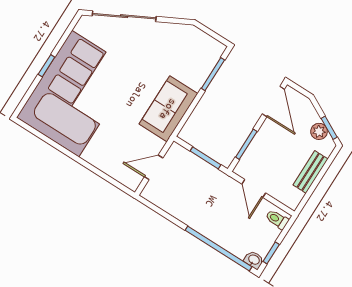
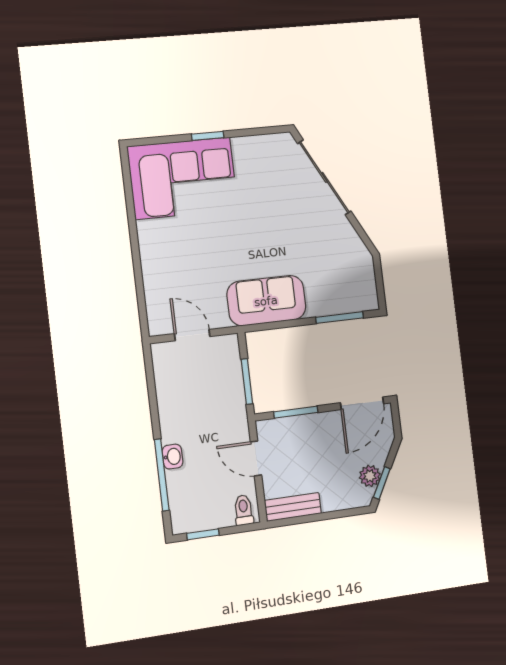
corner sofa: (75, 94) -> (183, 178), width x0.73, depth x0.74
bench: (311, 172) -> (293, 507), moved
door: (254, 188) -> (256, 458), hinge flipped
window: (218, 249) -> (162, 475), width x0.68
washbasin: (254, 260) -> (173, 457), moved

